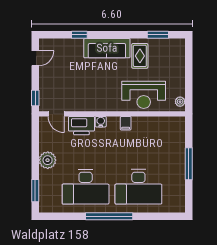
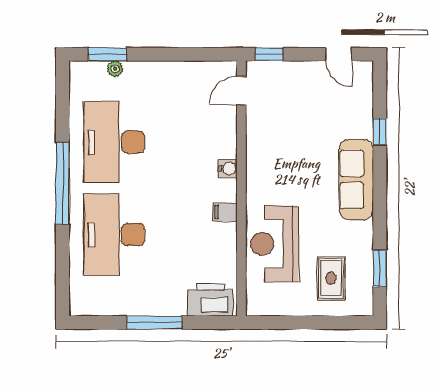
rug: (140, 56) -> (331, 278), moved, turned 90
plant: (180, 102) -> (263, 307), removed
printer: (81, 126) -> (210, 300), moved, turned 90
plant: (48, 160) -> (115, 69), moved, width x0.53, depth x0.53

